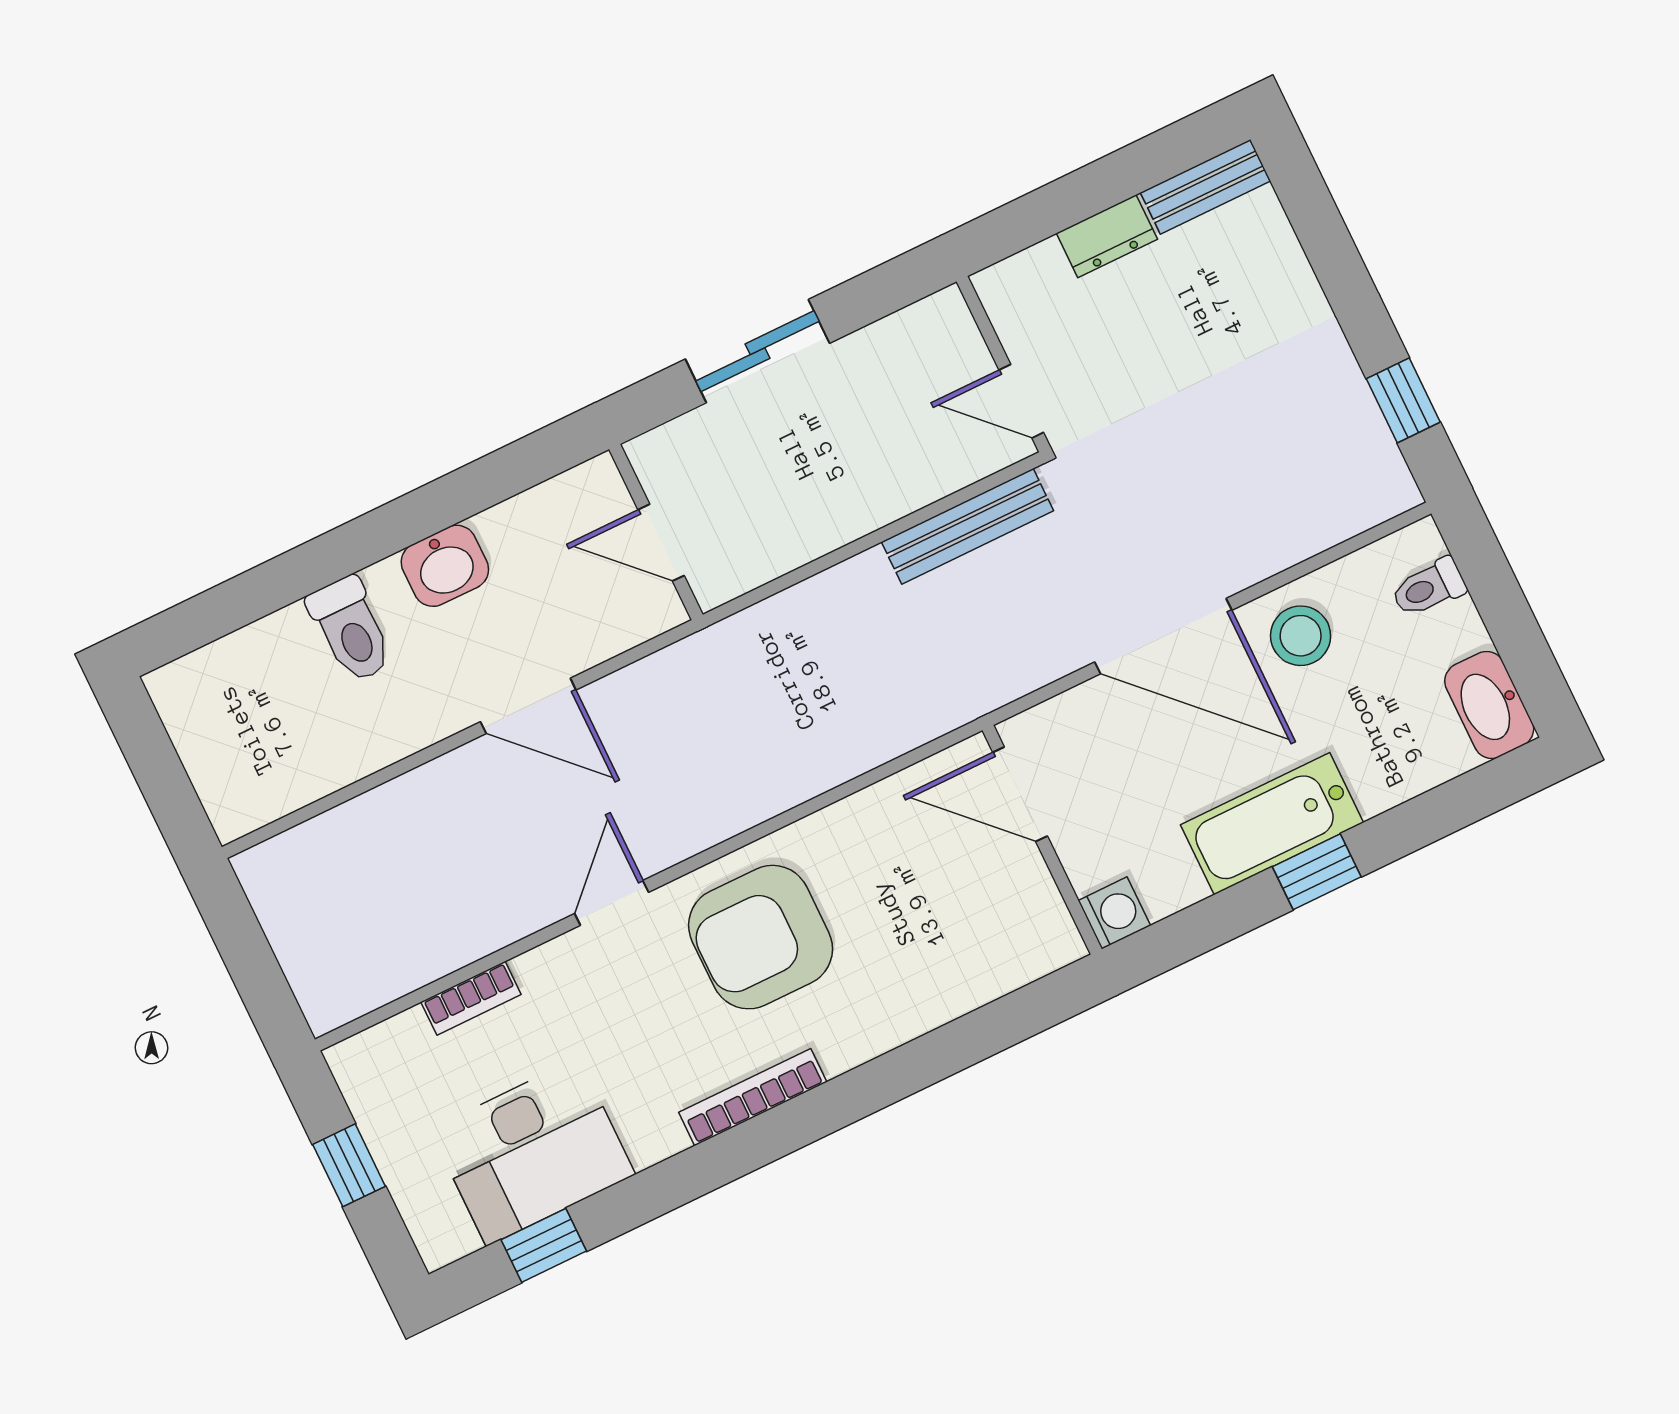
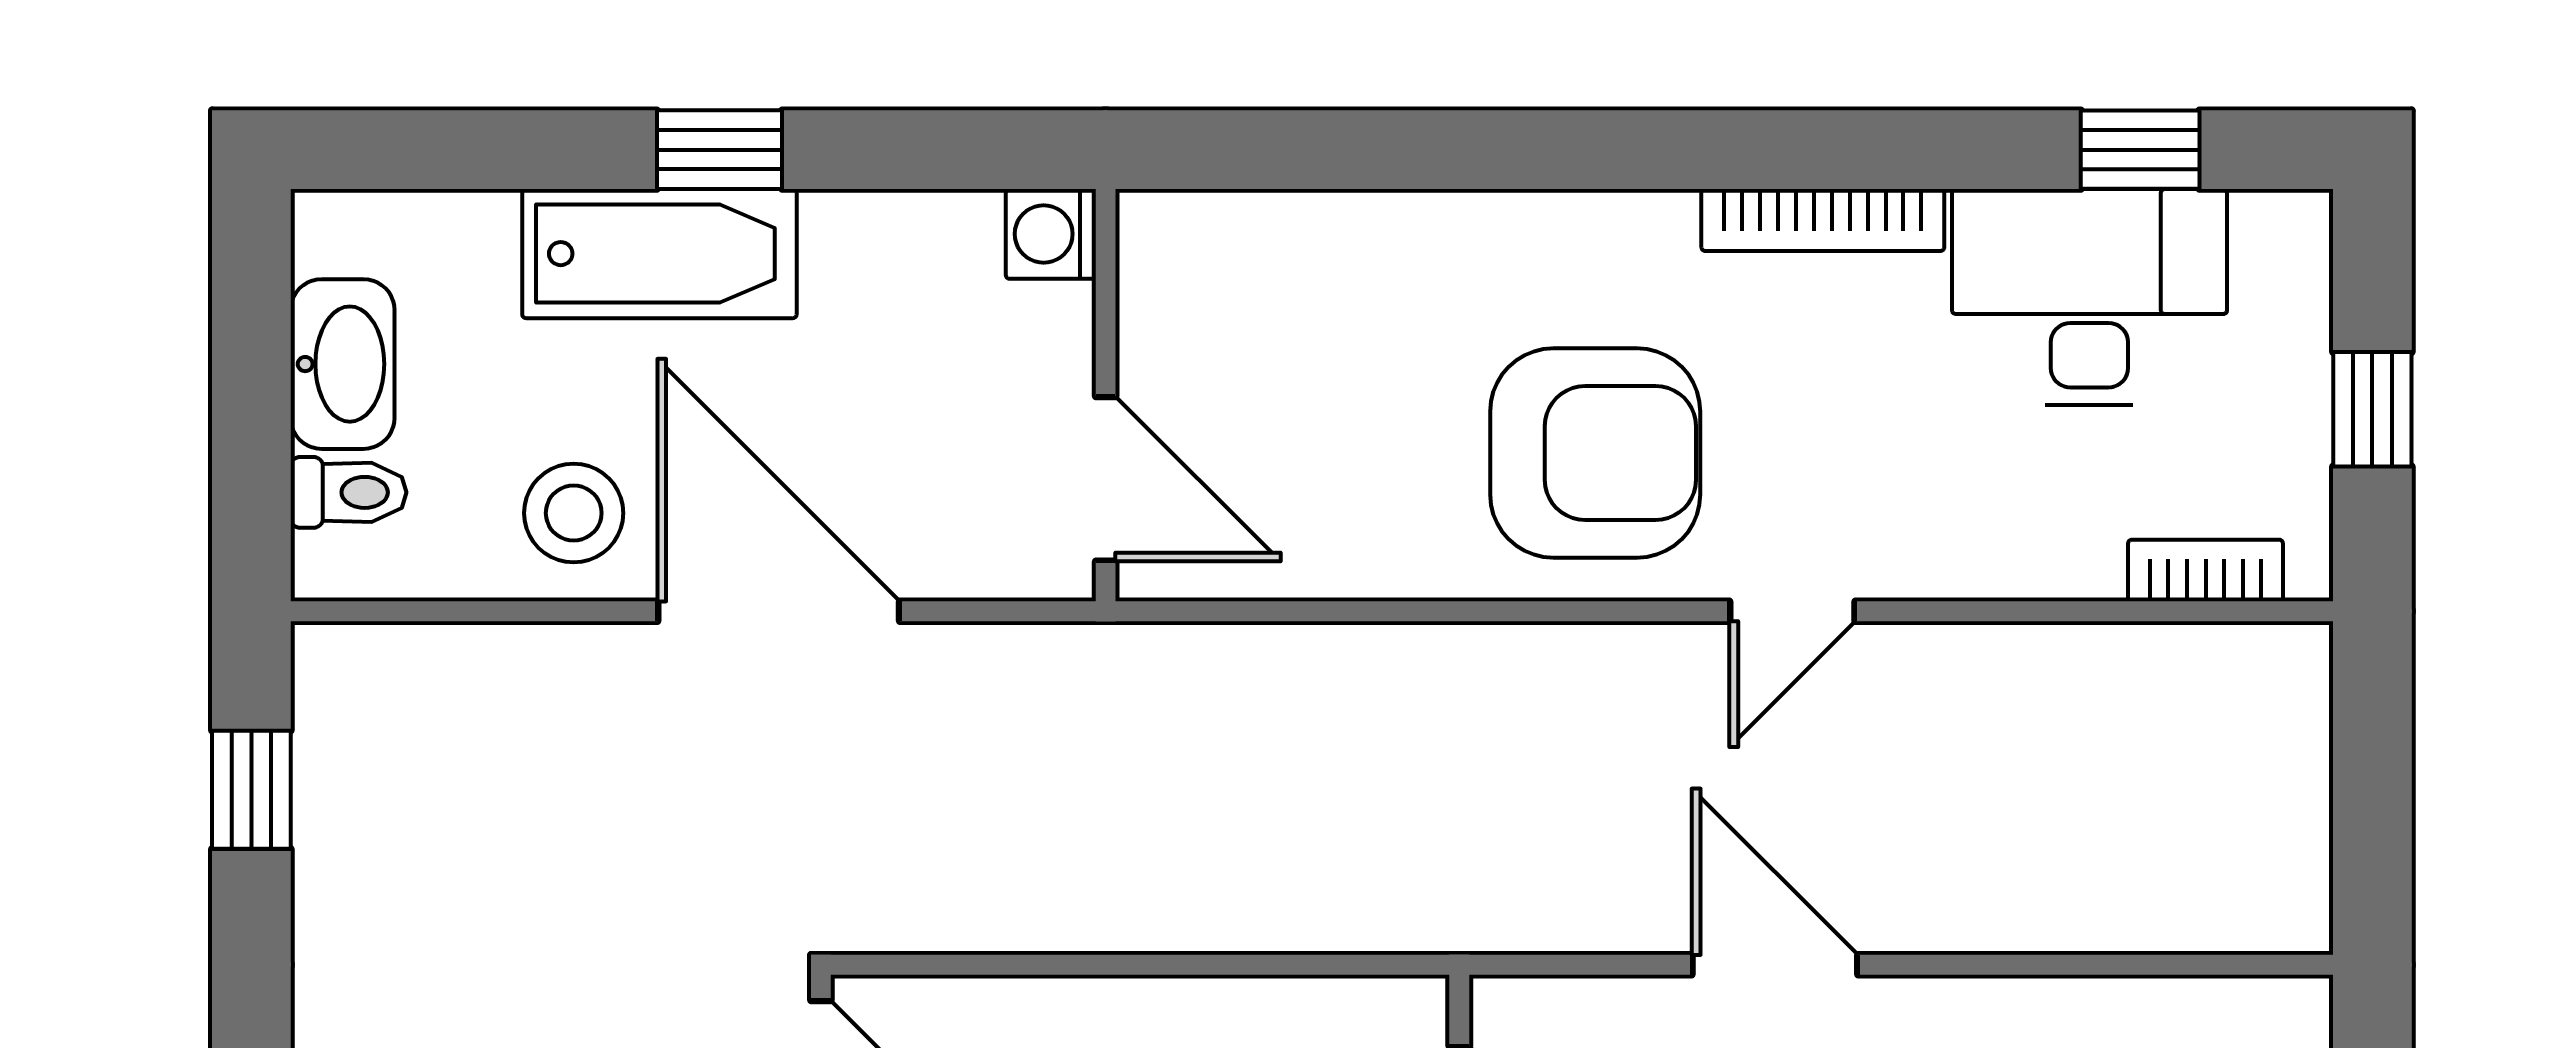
bench: (967, 526) -> (991, 916), removed
washbasin: (1489, 705) -> (343, 364), moved
bathtub: (1272, 824) -> (659, 254), moved
bookcase: (471, 998) -> (2206, 570), moved
bookcase: (753, 1097) -> (1823, 220), moved

